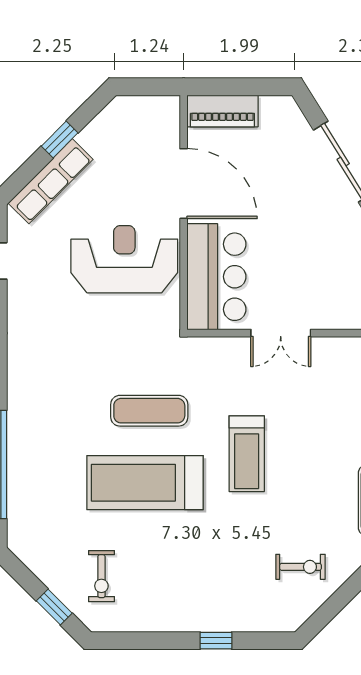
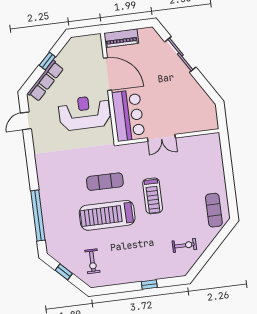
window: (54, 607) -> (64, 272), moved

